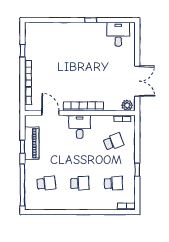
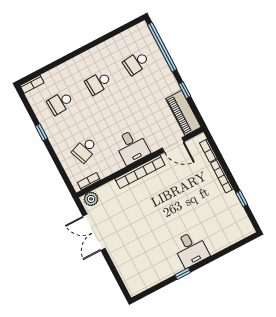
desk: (118, 34) -> (191, 249), moved
piano: (32, 143) -> (183, 113), moved

